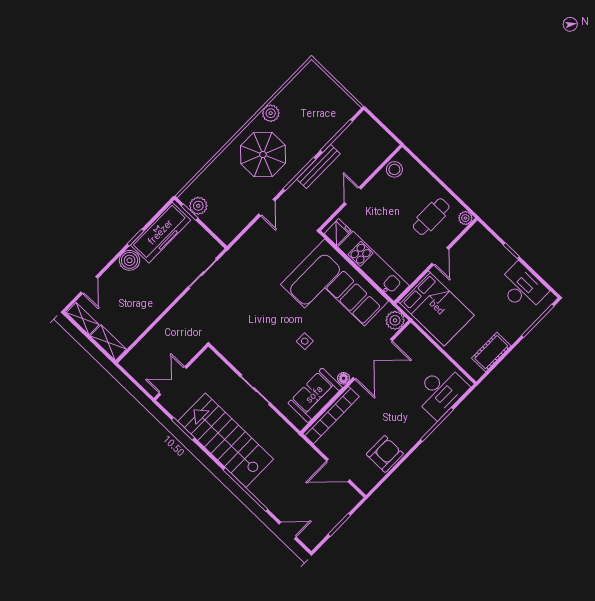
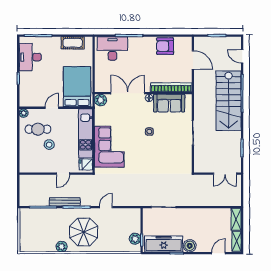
stool: (394, 169) -> (49, 145), moved
corner sofa: (335, 293) -> (109, 147), width x0.73, depth x0.74
stairs: (226, 440) -> (229, 101), moved

